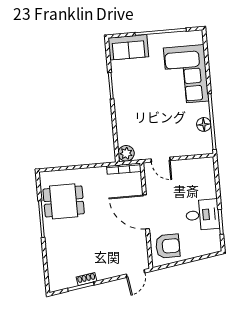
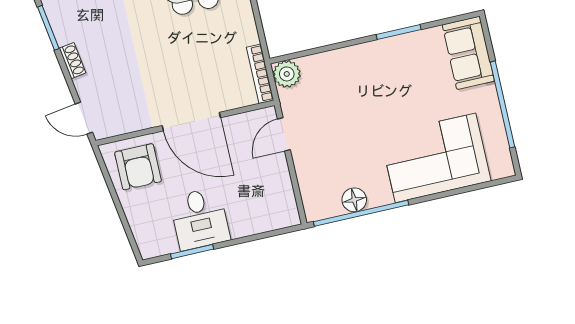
door: (146, 212) -> (191, 122), swing flipped
shoe rack: (86, 279) -> (72, 61), moved

